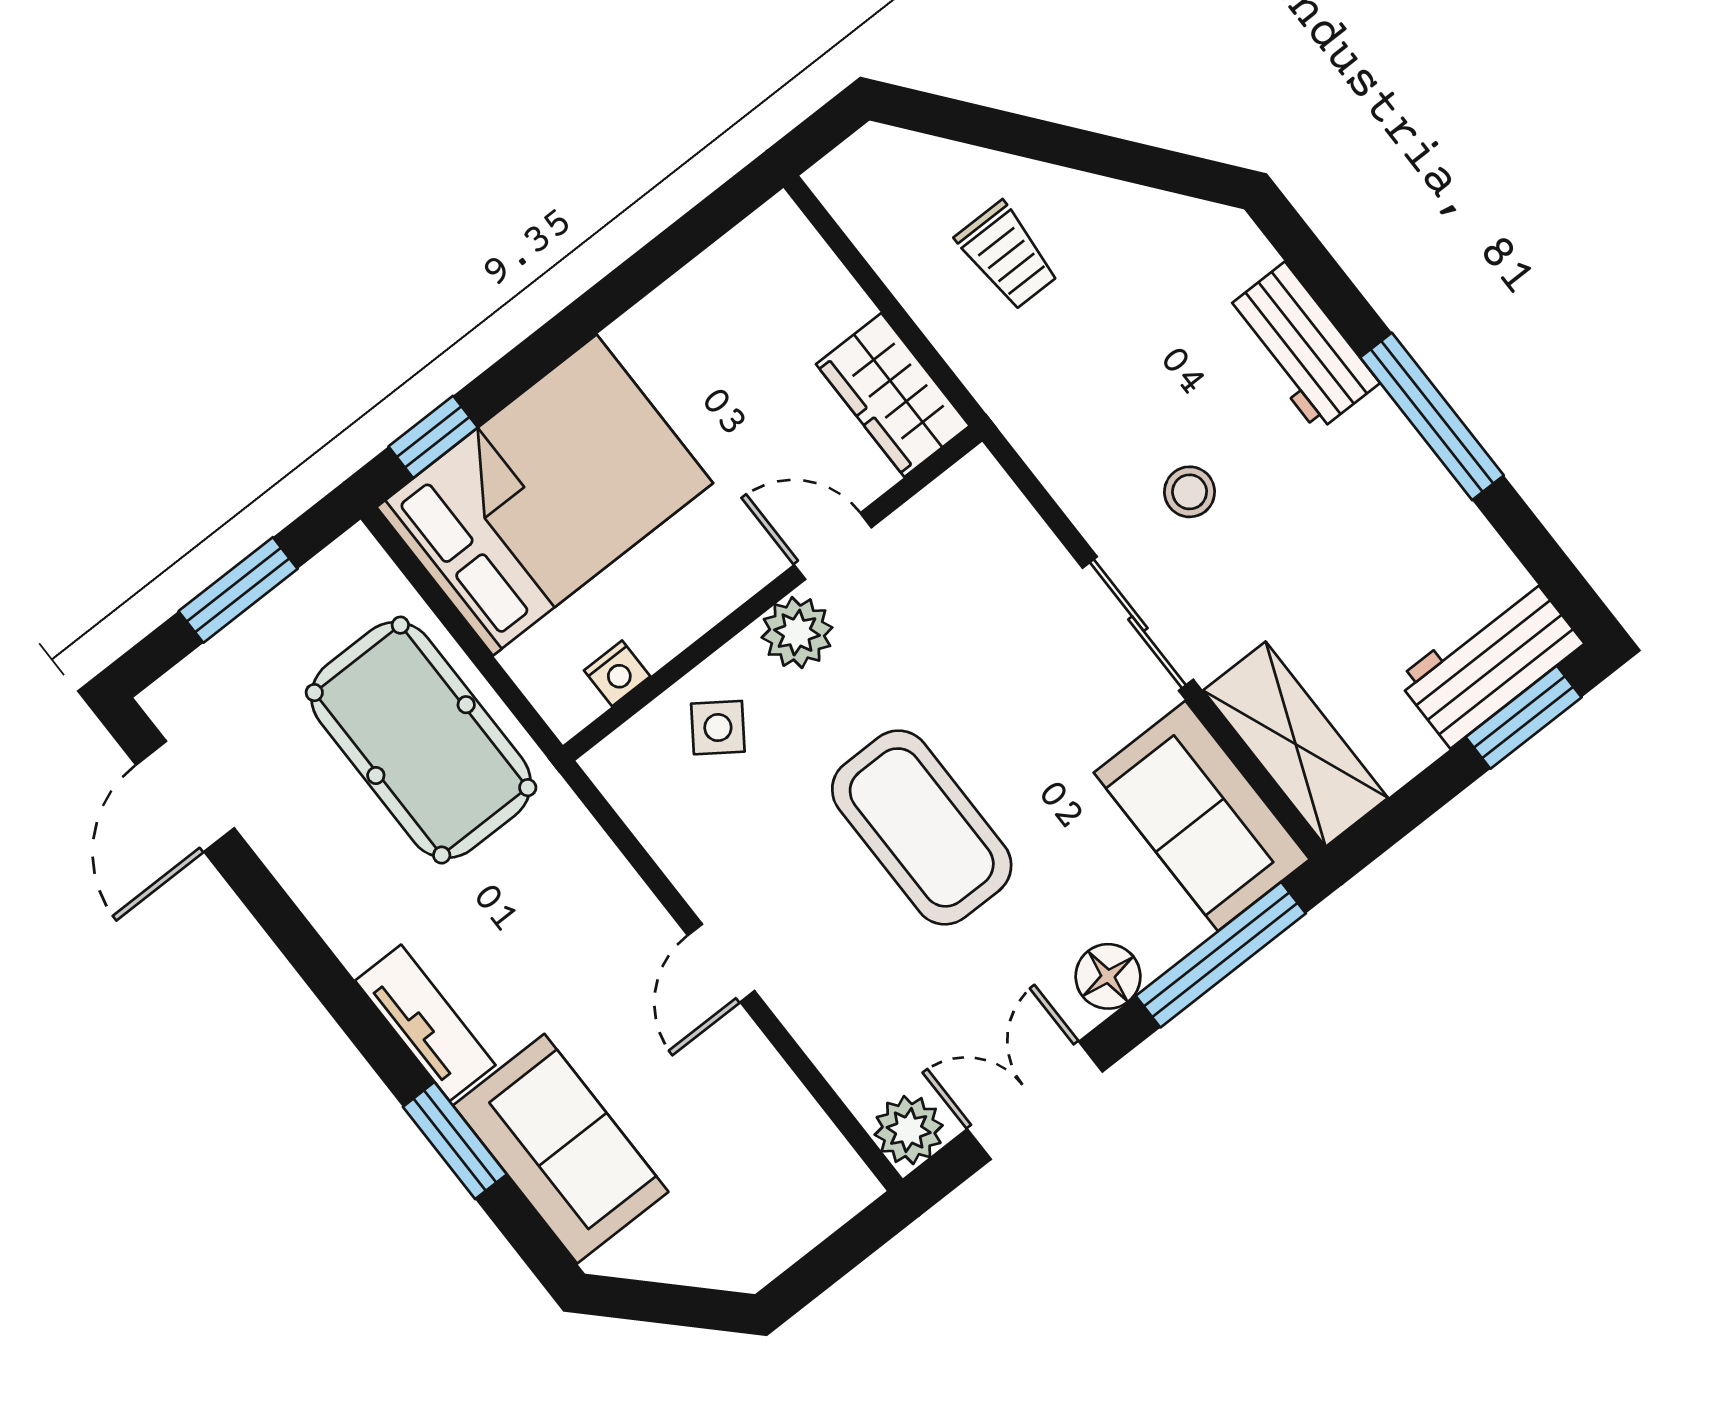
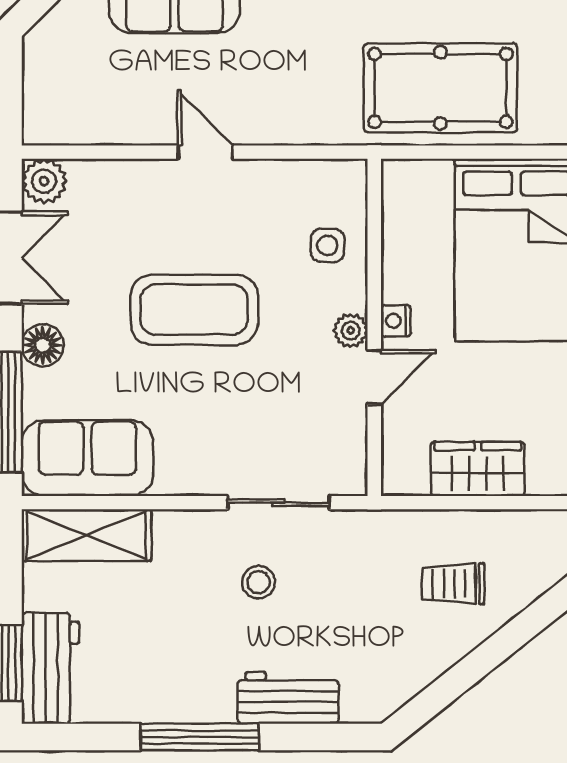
wardrobe: (893, 395) -> (478, 469), moved
sliding door: (1138, 624) -> (279, 503), moved
plant: (797, 633) -> (351, 330), width x0.73, depth x0.73
nightstand: (617, 673) -> (396, 321), moved
side table: (718, 728) -> (327, 245), turned -34

